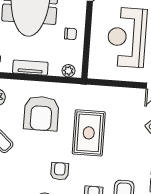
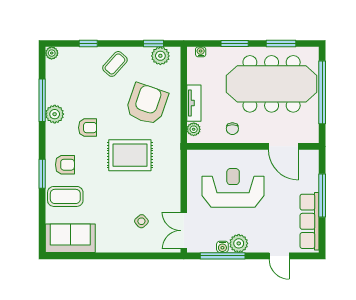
tv unit: (30, 68) -> (194, 103), moved
armchair: (41, 113) -> (147, 104), turned 109

